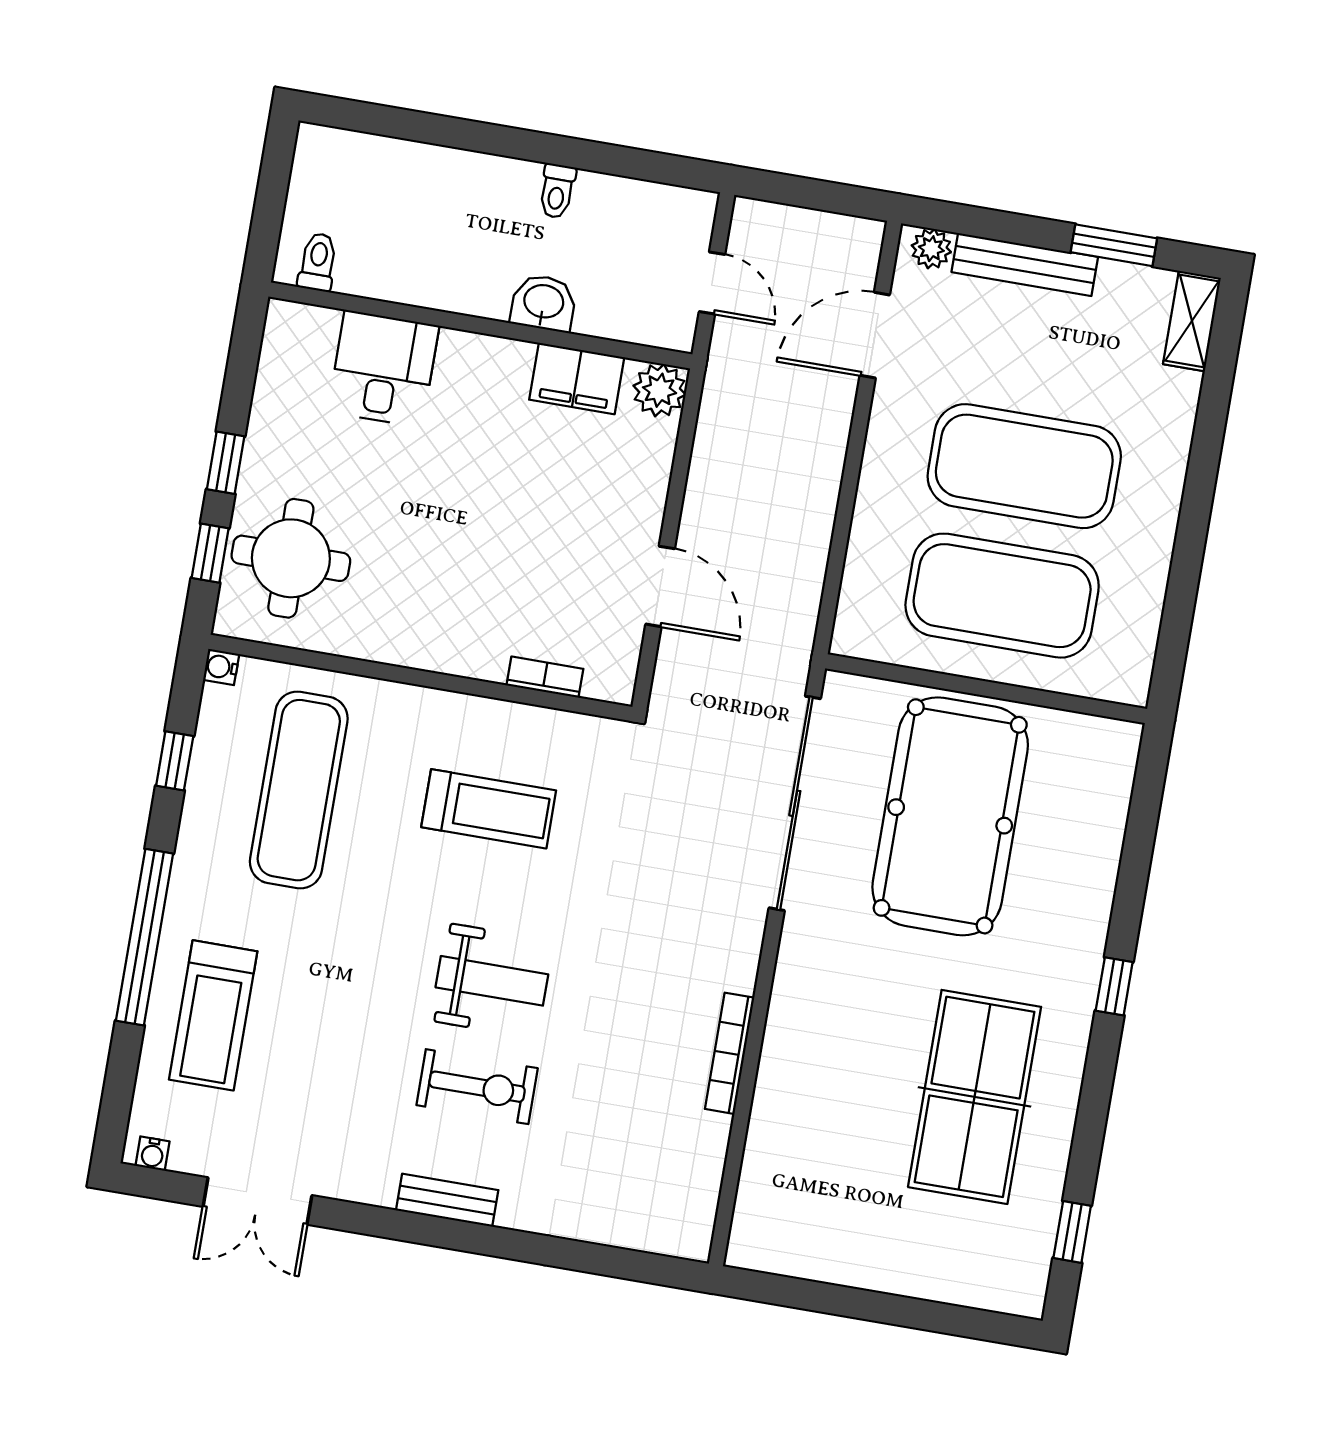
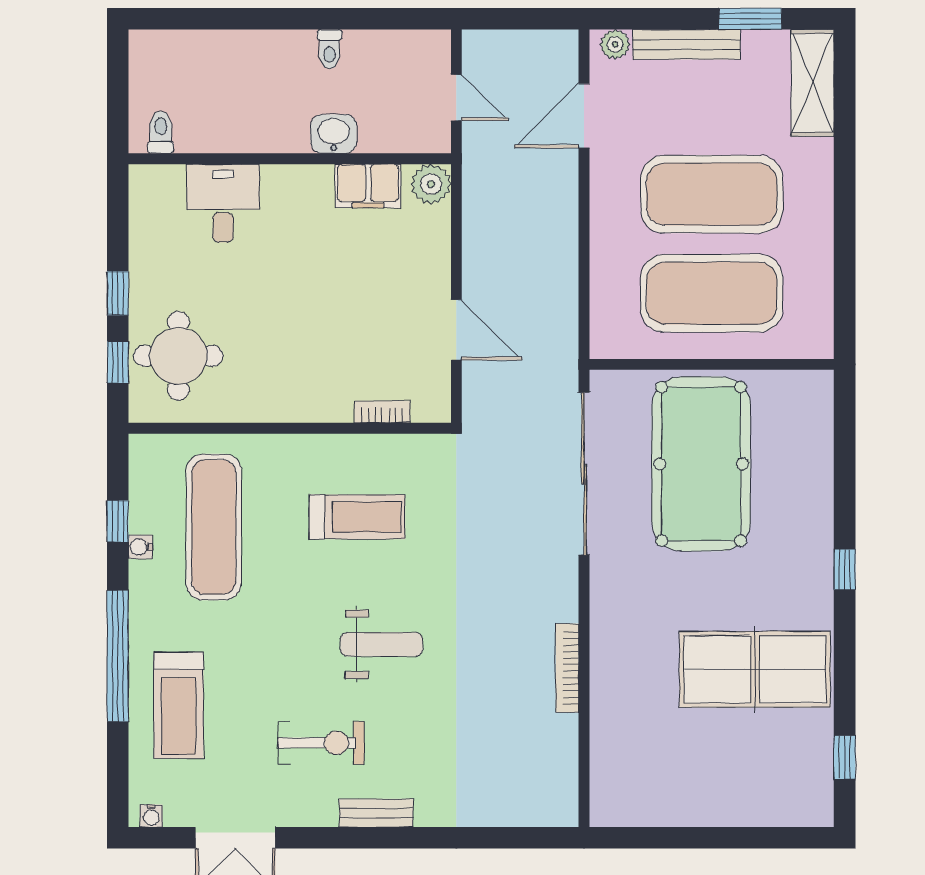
shelving: (1192, 321) -> (813, 83), width x1.50, depth x1.33
water cooler: (221, 667) -> (140, 547), moved
exercise bike: (477, 1087) -> (321, 743), moved
table tennis table: (975, 1097) -> (755, 669), turned 90

